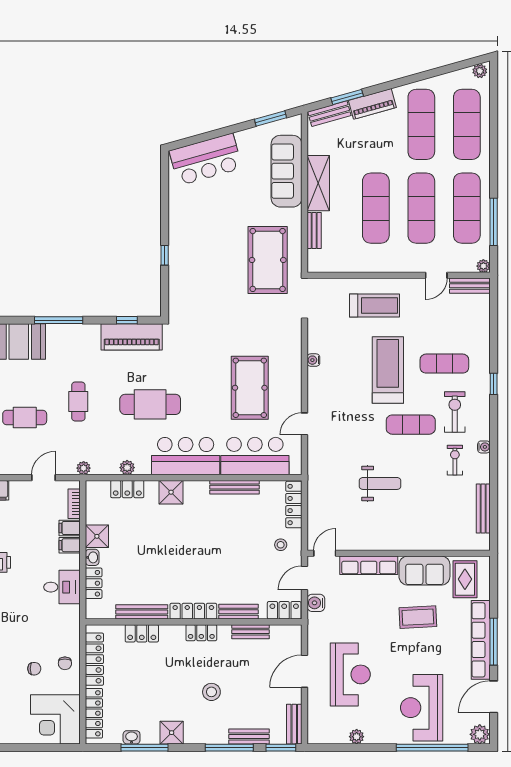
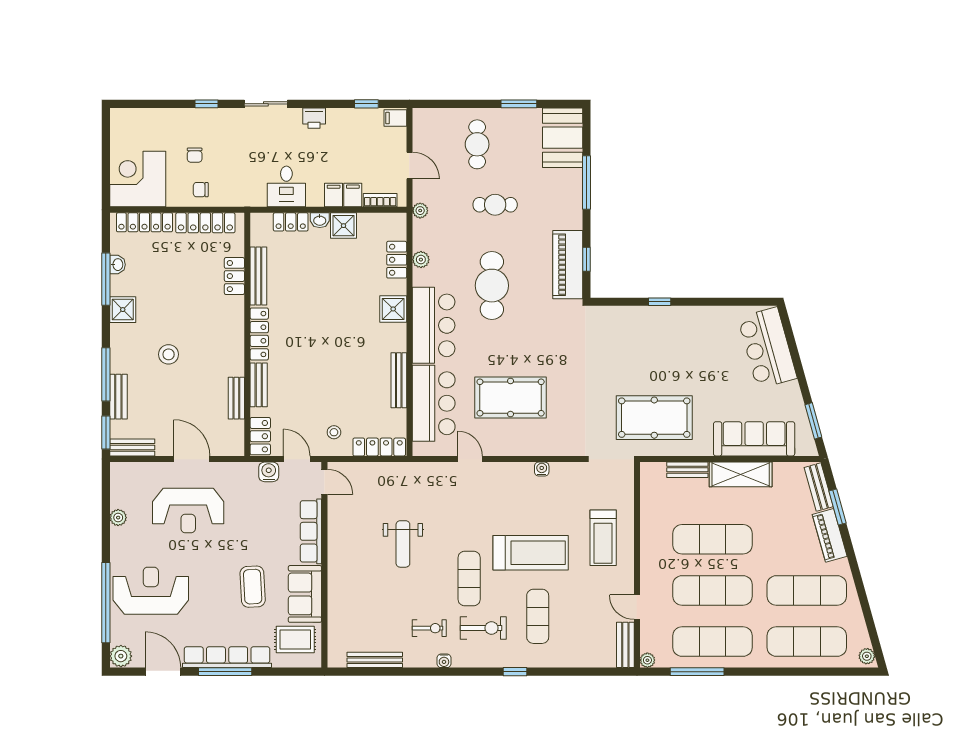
locker: (201, 633) -> (235, 343), removed

